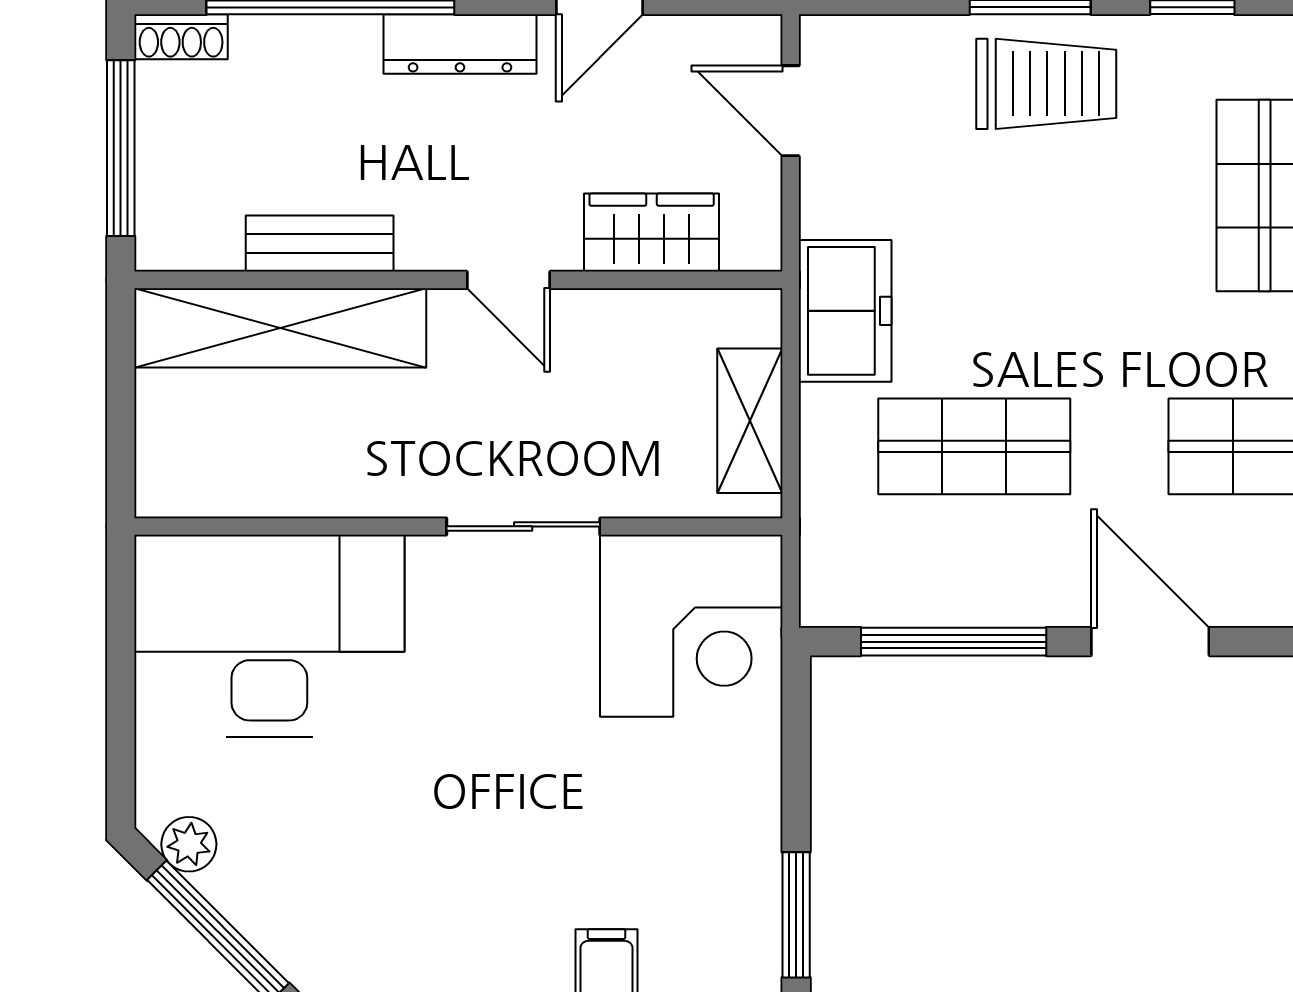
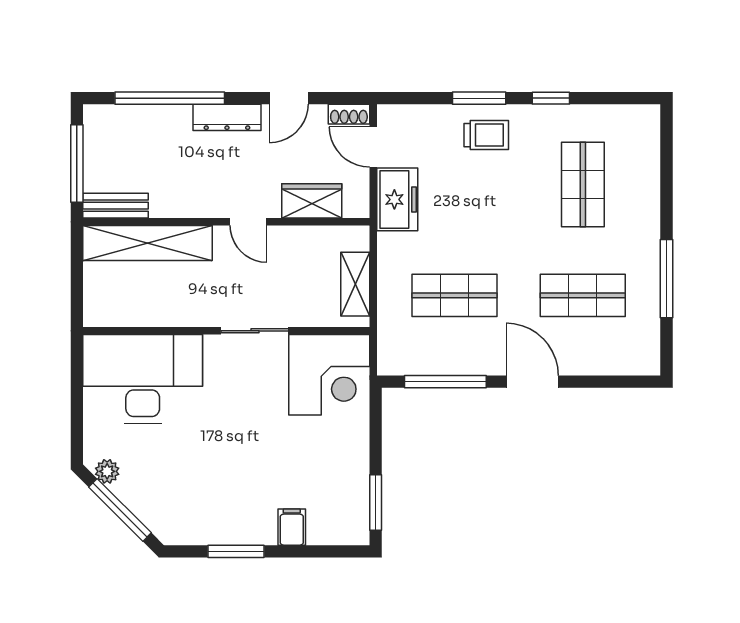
shoe rack: (181, 37) -> (349, 114), moved
trolley: (1046, 84) -> (486, 135), width x0.73, depth x0.72
bench: (320, 244) -> (116, 206), moved
freezer: (845, 311) -> (397, 199), moved

